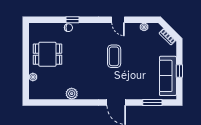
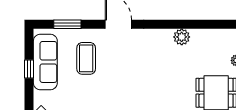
coffee table: (114, 56) -> (86, 58), moved

